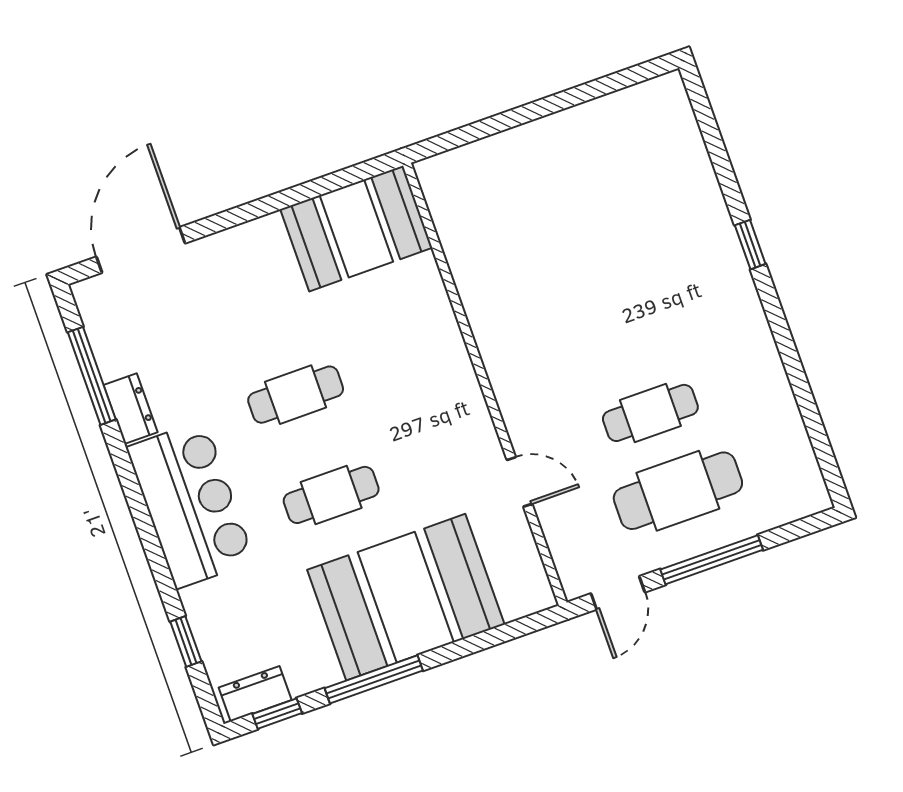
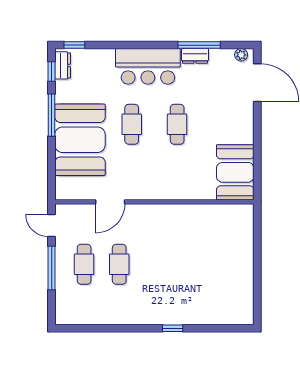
plant: (92, 308) -> (241, 55), added
window: (92, 376) -> (199, 45), moved
door: (520, 482) -> (110, 202), width x1.38
cafe table: (678, 491) -> (84, 264), width x0.73, depth x0.74
window: (186, 641) -> (74, 45), moved

